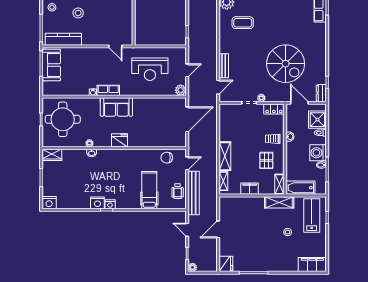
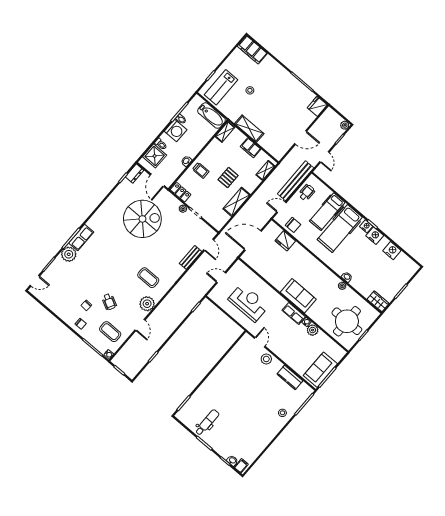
stool: (78, 13) -> (266, 359), moved
kitchen counter: (63, 39) -> (290, 377), width x0.67
spiral stairs: (286, 64) -> (142, 219), turned 90
door: (218, 87) -> (209, 245), swing flipped
plant: (181, 90) -> (313, 330), moved
fridge: (120, 140) -> (285, 241), moved
shelving: (225, 156) -> (237, 202), moved
pallet: (266, 160) -> (228, 178), moved
hospital bed: (129, 185) -> (340, 228), added
shelving: (279, 202) -> (249, 129), moved
nightstand: (49, 203) -> (392, 251), moved

